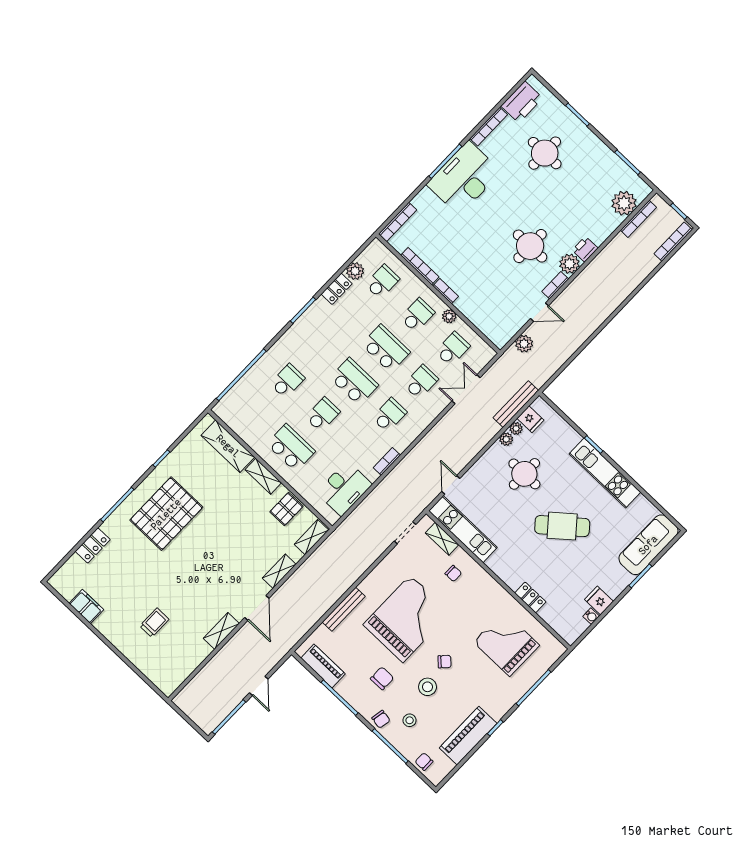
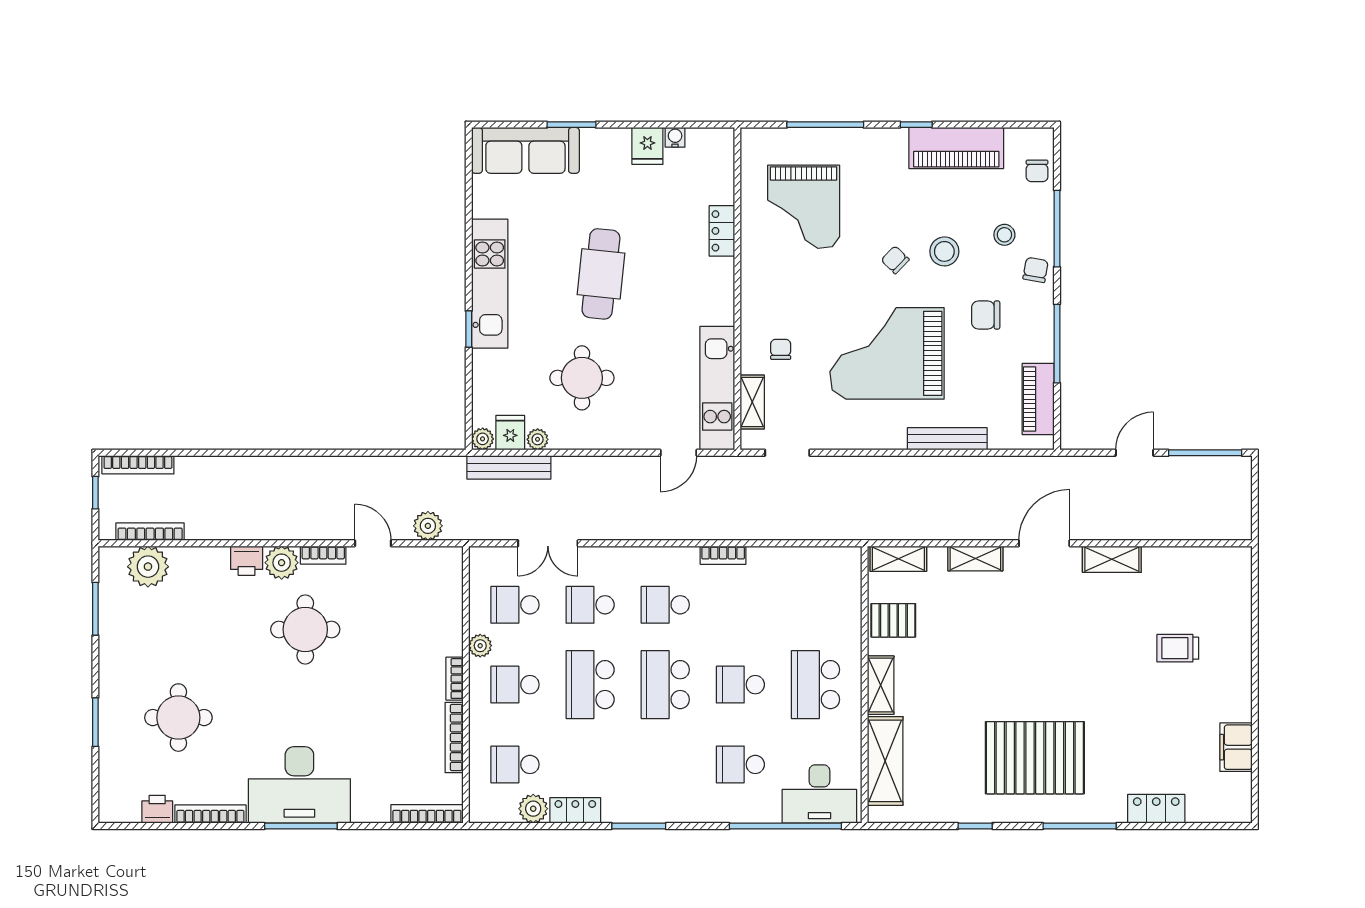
printer: (522, 102) -> (157, 809), width x0.53, depth x0.68
plant: (506, 439) -> (483, 439), moved
desk: (344, 488) -> (819, 794), moved, turned 180
cafe table: (562, 526) -> (601, 274), turned 46

